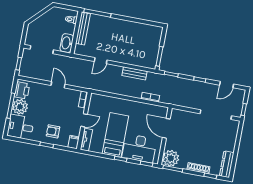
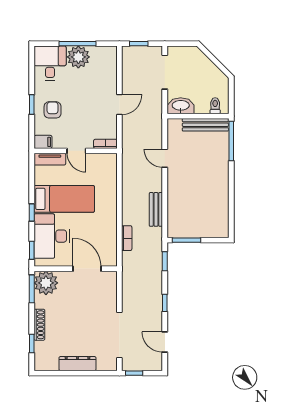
printer: (22, 90) -> (102, 55), removed
door: (166, 128) -> (87, 269), hinge flipped
dresser: (227, 164) -> (77, 364), moved

